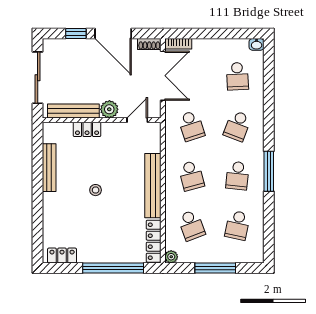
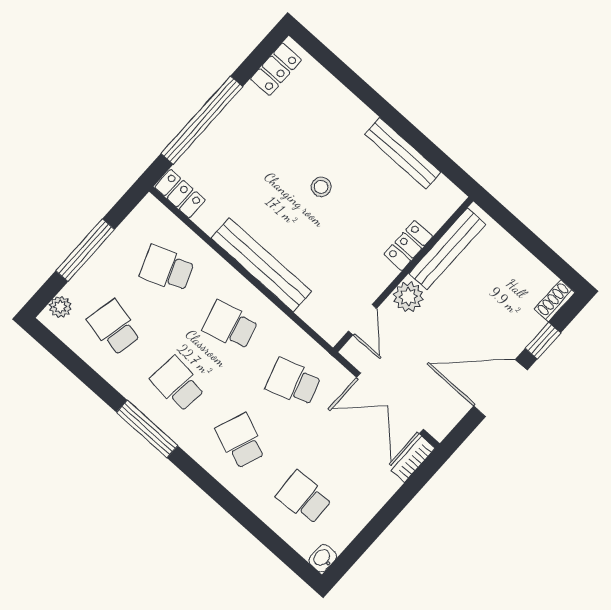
shoe rack: (149, 44) -> (555, 301), moved
sliding door: (38, 78) -> (531, 241), removed
locker: (154, 241) -> (180, 194), width x0.66
plant: (171, 257) -> (60, 307), moved

